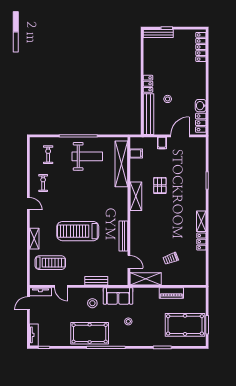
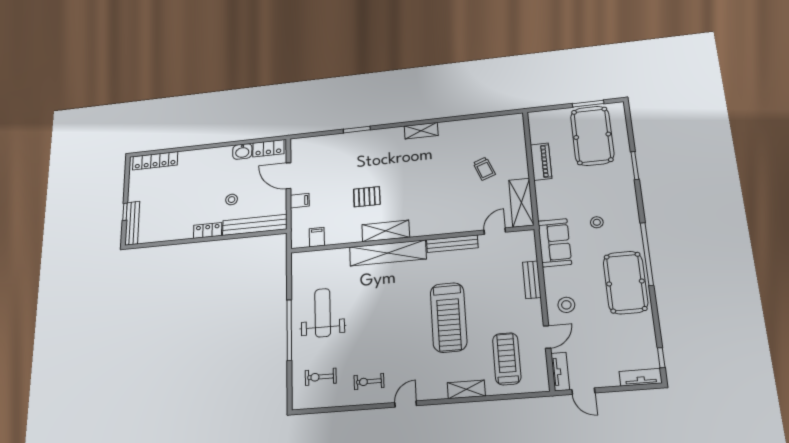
shelving: (121, 164) -> (388, 253), moved
locker: (201, 242) -> (453, 127), removed
stool: (92, 303) -> (566, 305), moved

